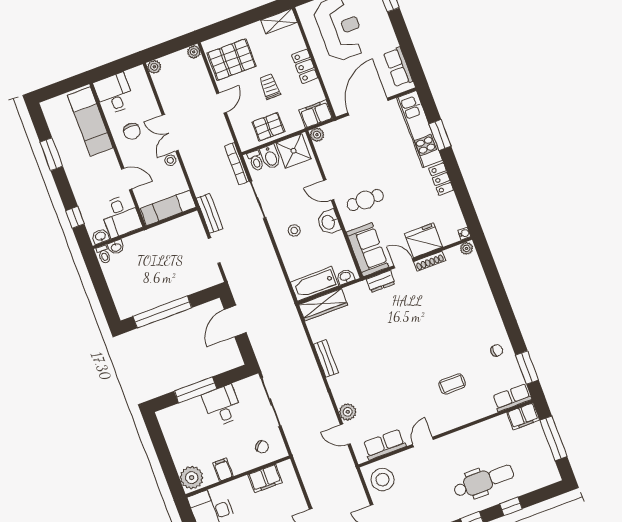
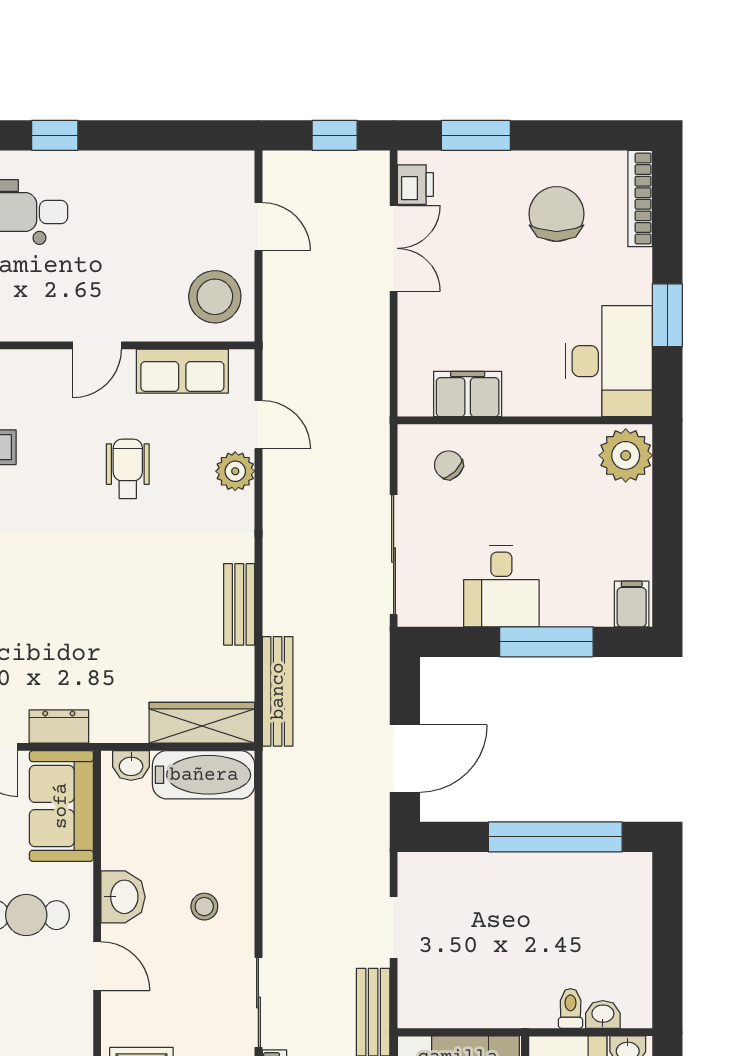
toilet: (104, 255) -> (571, 1008), moved
bench: (297, 329) -> (278, 691), added
wheelchair: (392, 397) -> (128, 469), added
filing cabinet: (223, 470) -> (632, 604), moved, turned 180

